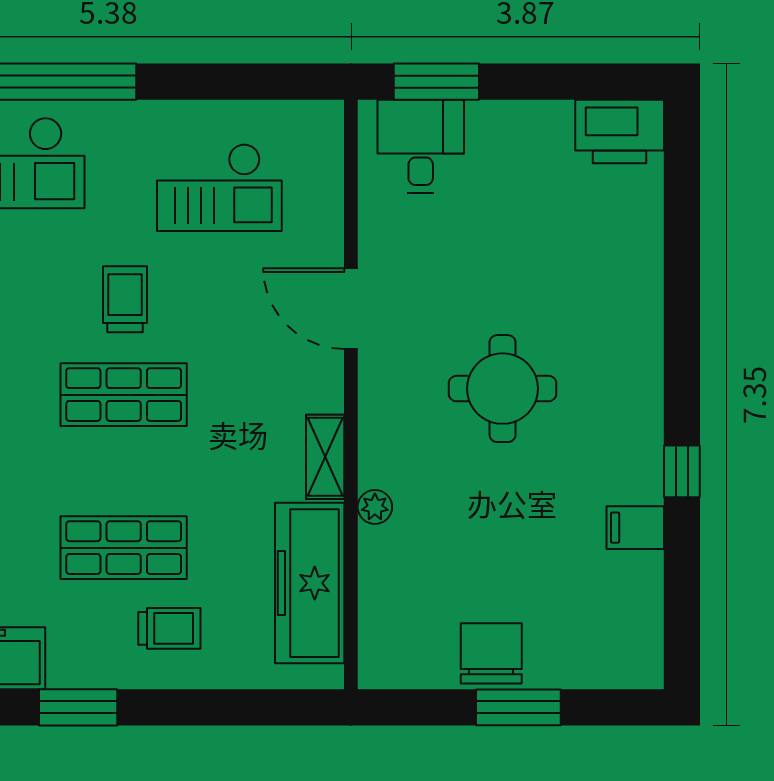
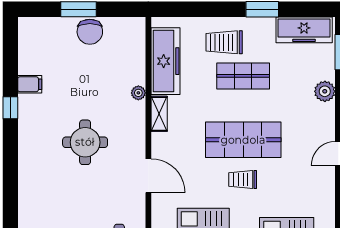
trolley: (125, 299) -> (243, 180), turned 90
shop shelf: (124, 395) -> (243, 140), width x1.43, depth x1.36
trolley: (169, 628) -> (224, 42), width x1.36, depth x1.39

